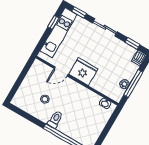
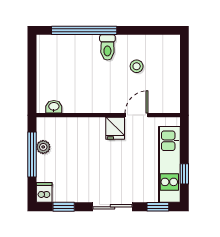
fridge: (83, 72) -> (115, 128), width x0.53, depth x0.75

